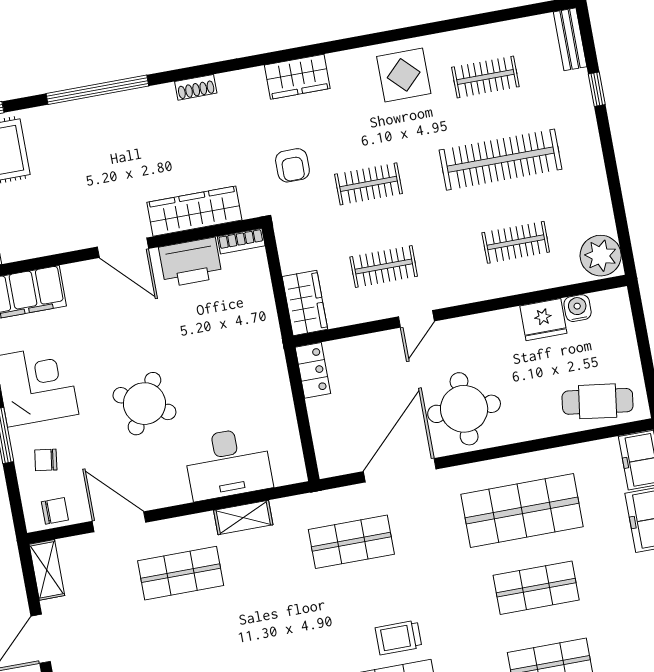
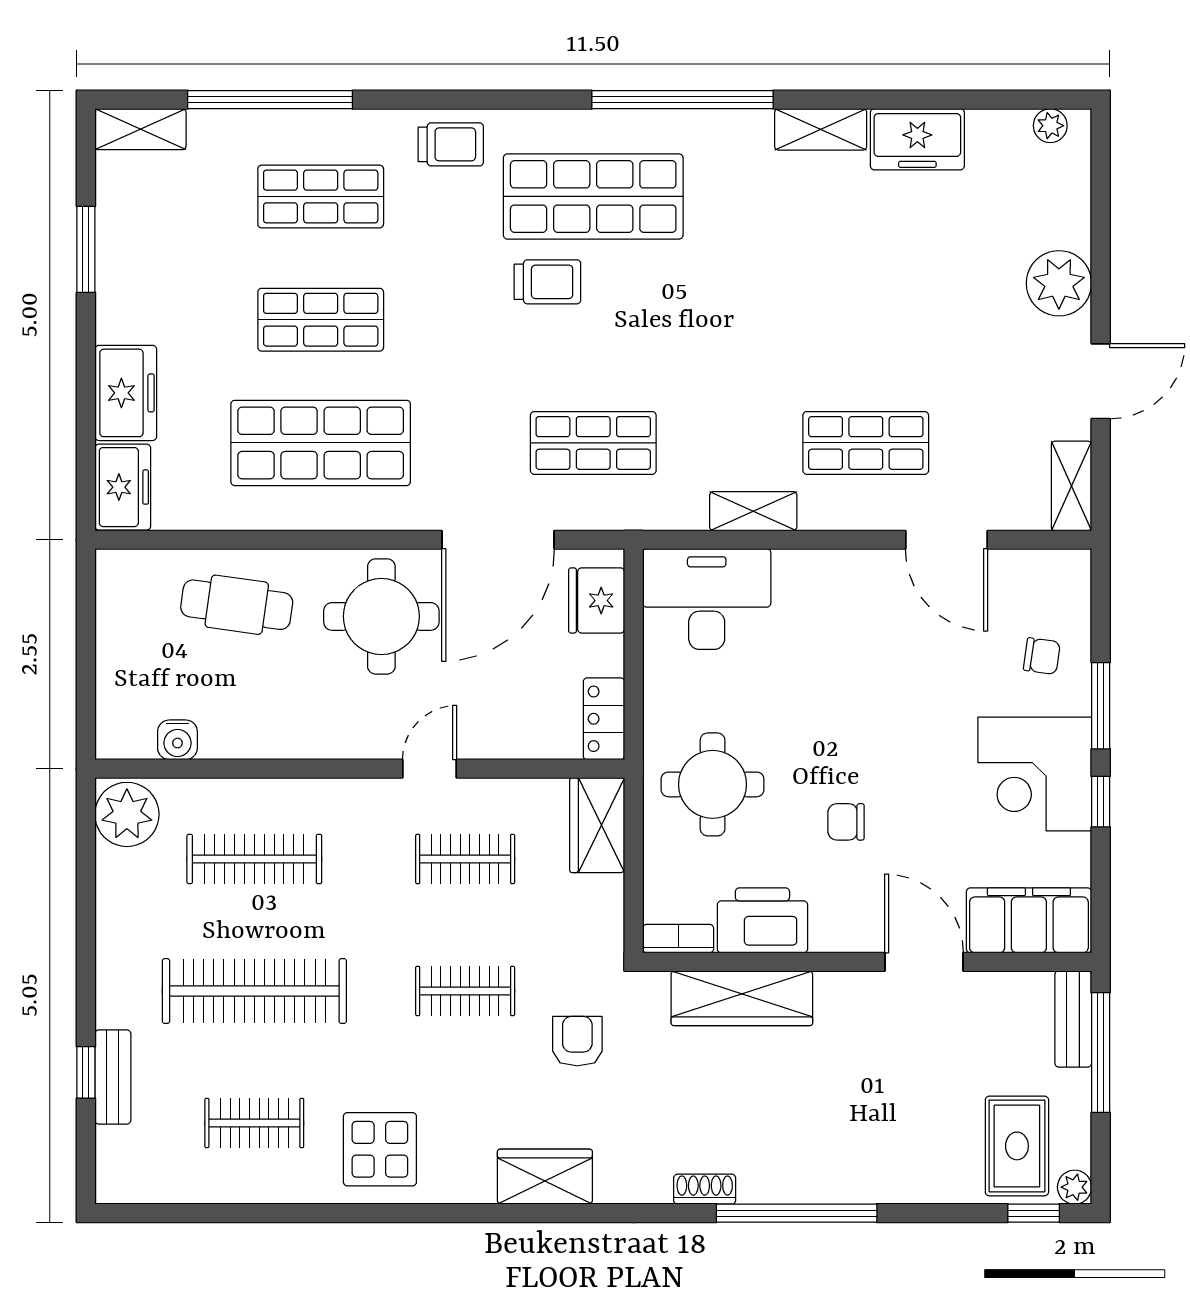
bench: (570, 39) -> (113, 1077), moved
window: (97, 90) -> (797, 1213), moved
clothes rail: (516, 242) -> (254, 859), width x1.36
door: (123, 248) -> (924, 962), moved
fridge: (543, 320) -> (597, 600), moved, turned -90
cafe table: (598, 401) -> (237, 605), moved
round table: (144, 404) -> (713, 784), moved, turned -30
desk: (228, 463) -> (707, 599), moved
chair: (55, 511) -> (846, 822), moved

